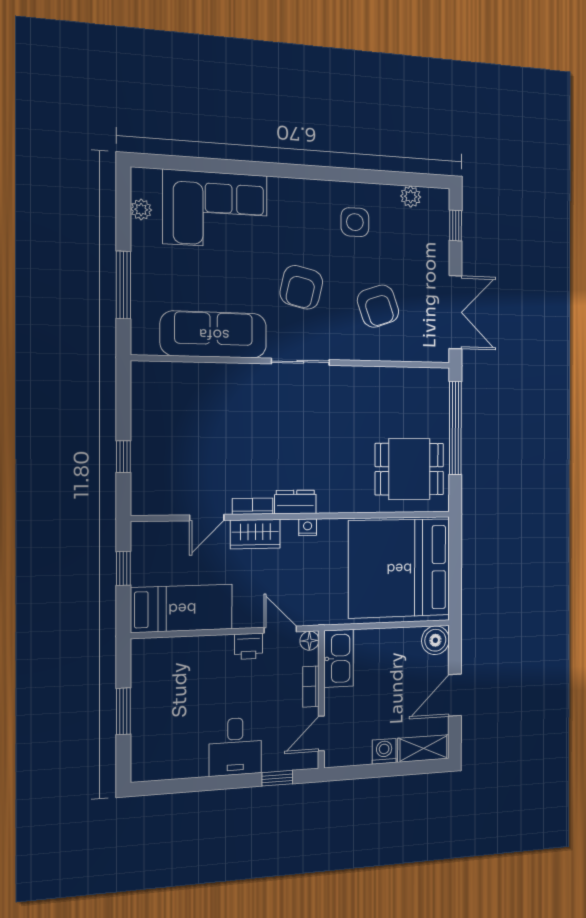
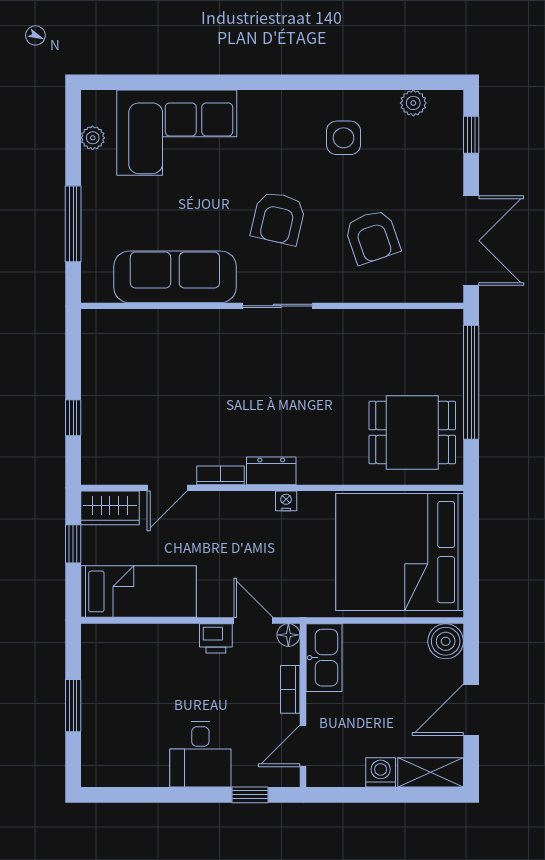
wardrobe: (255, 534) -> (110, 508), moved

